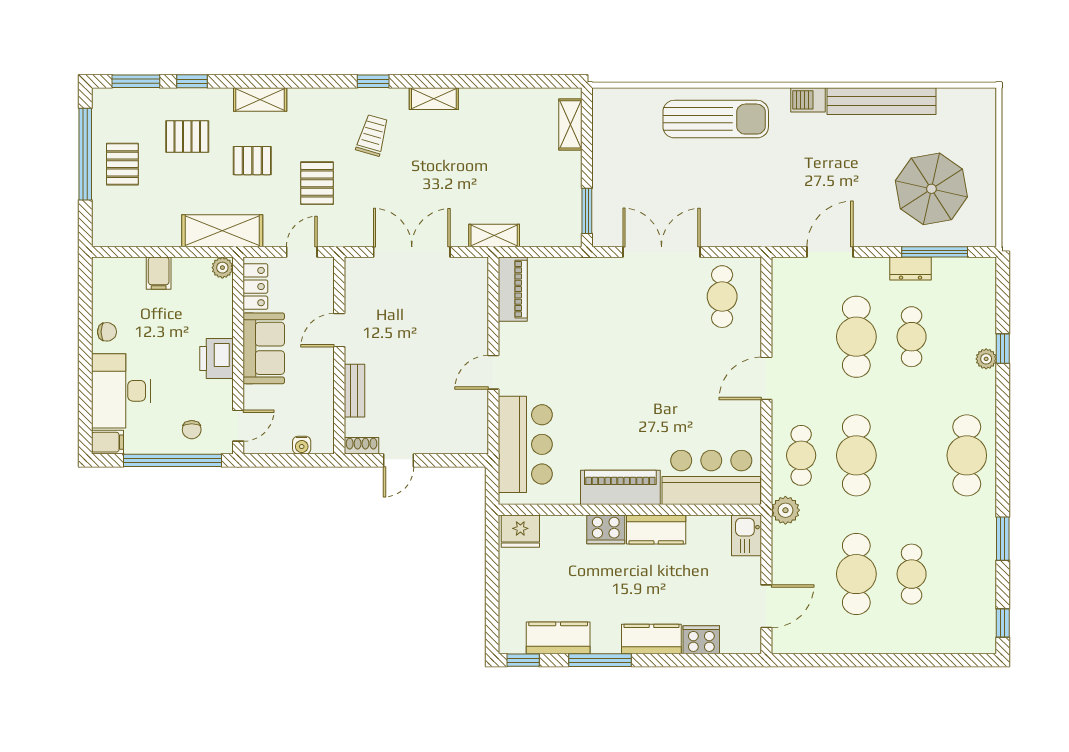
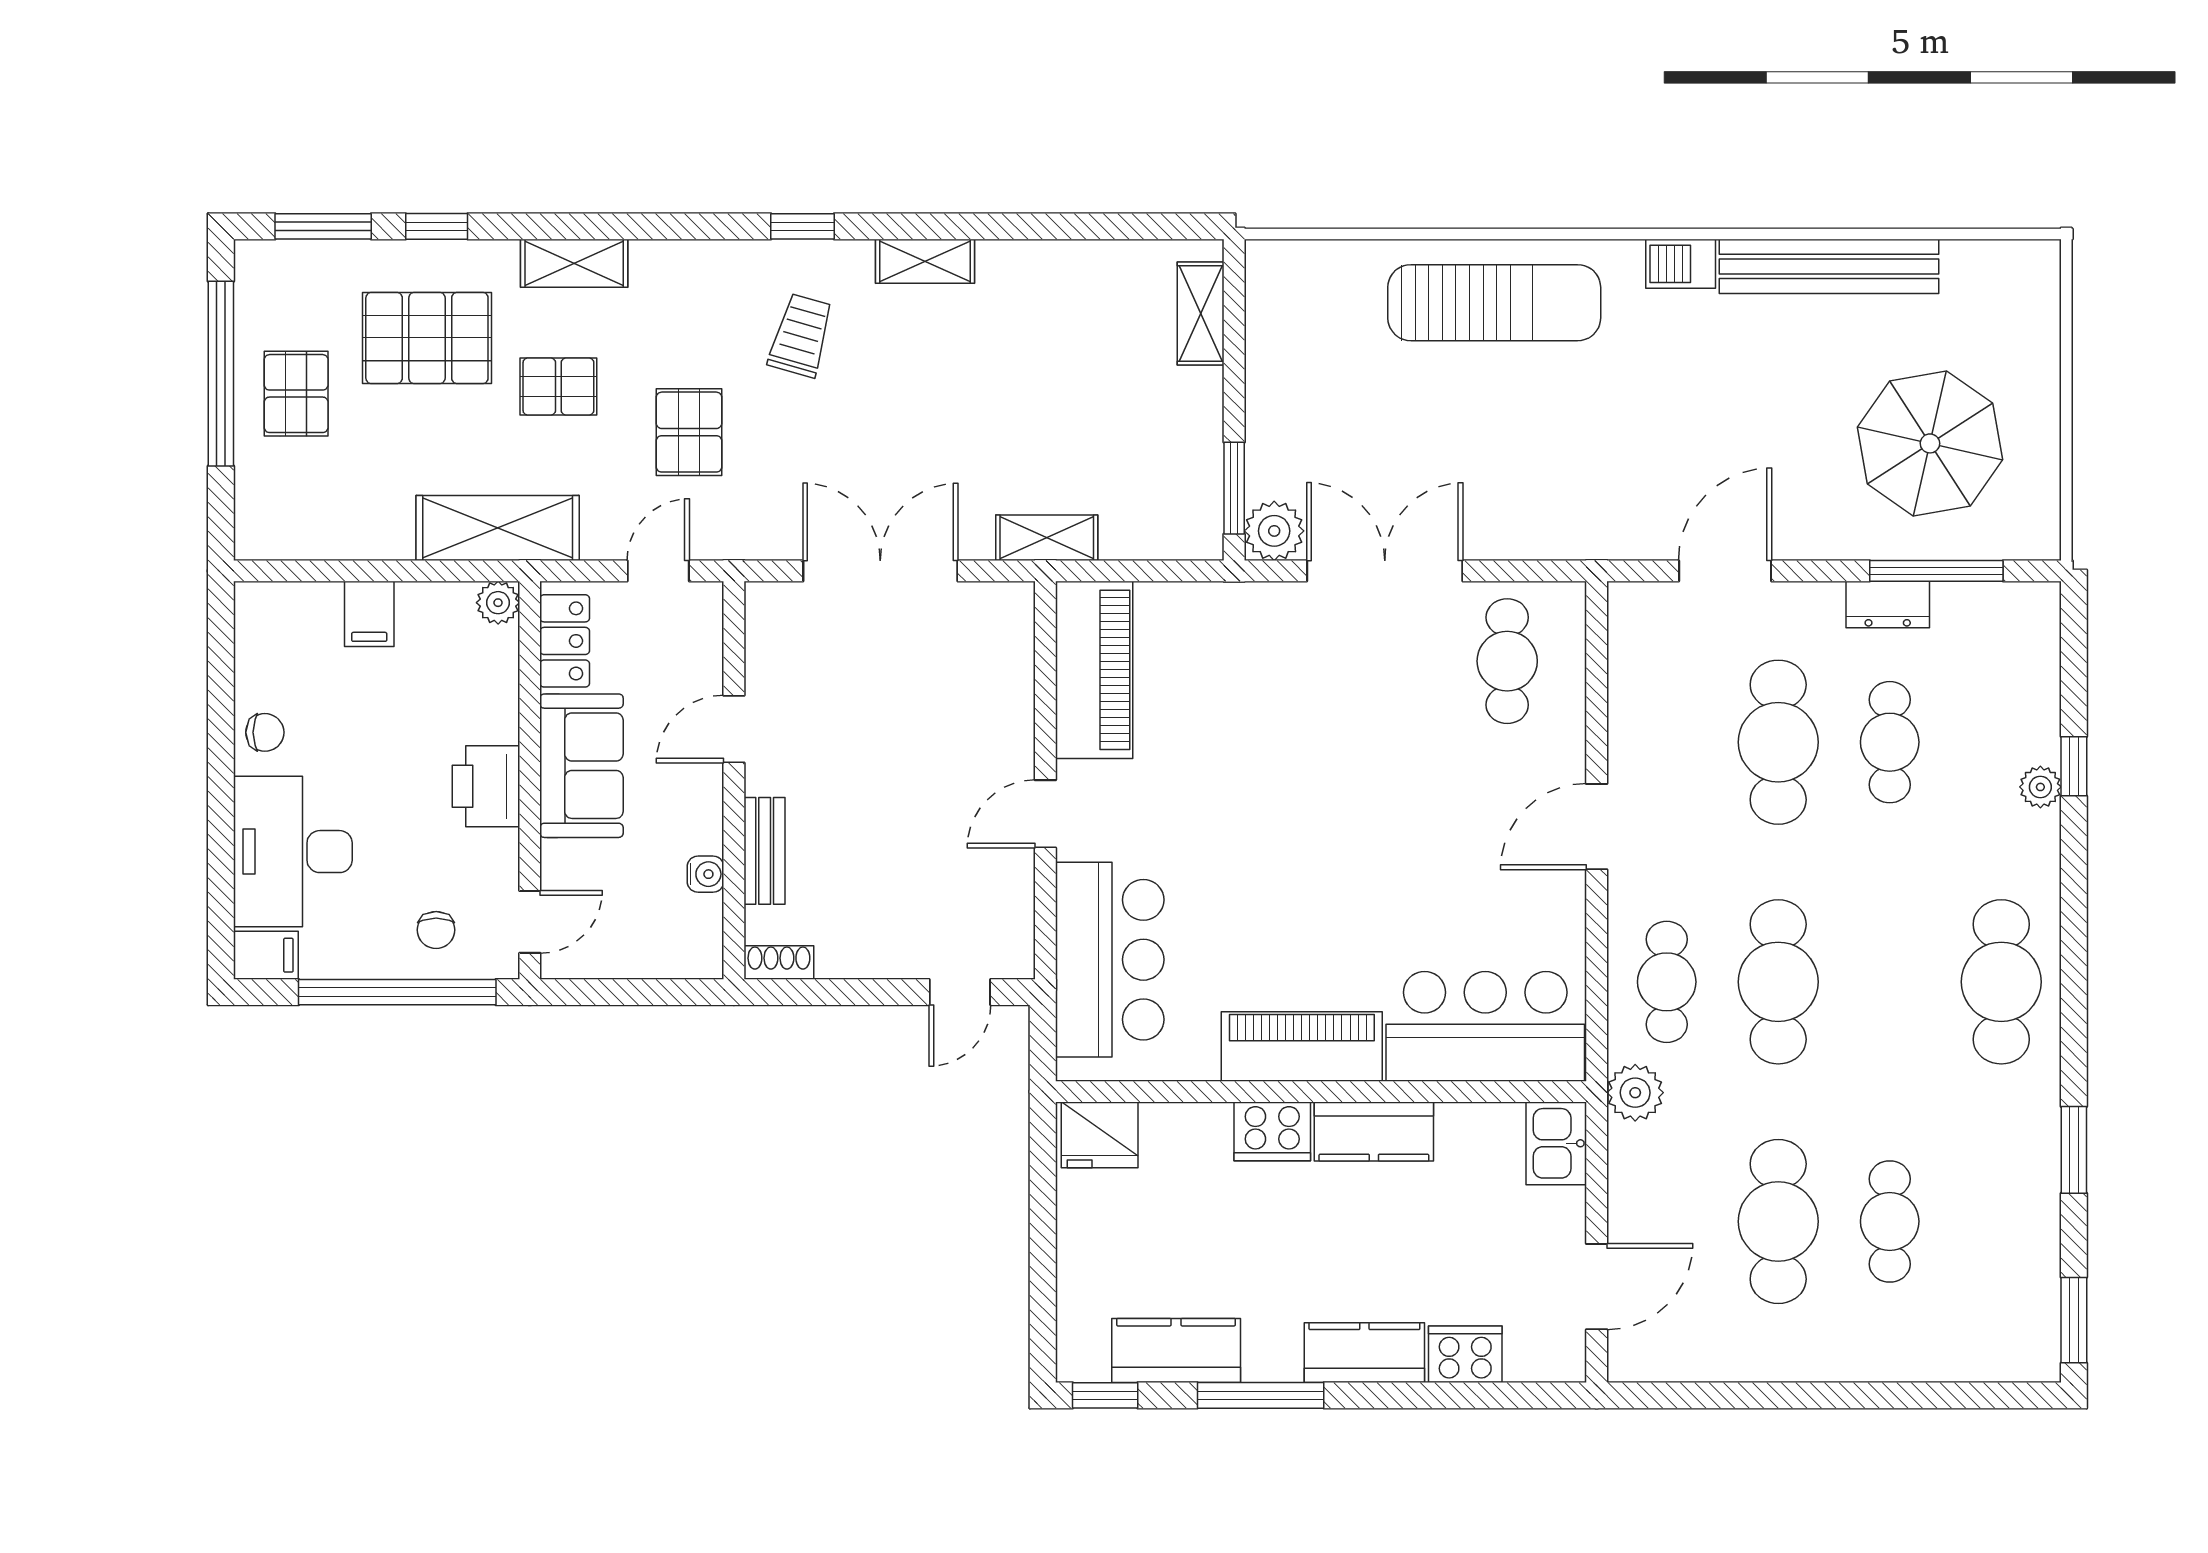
pallet: (187, 137) -> (427, 338), width x1.50, depth x1.42
plant: (607, 232) -> (1274, 531), added
piano: (513, 289) -> (1094, 670), width x1.37, depth x1.33
water cooler: (302, 445) -> (706, 874), moved, turned -90
door: (398, 460) -> (960, 992), moved
window: (1003, 623) -> (2074, 1320), width x1.50

